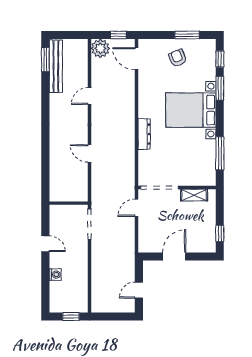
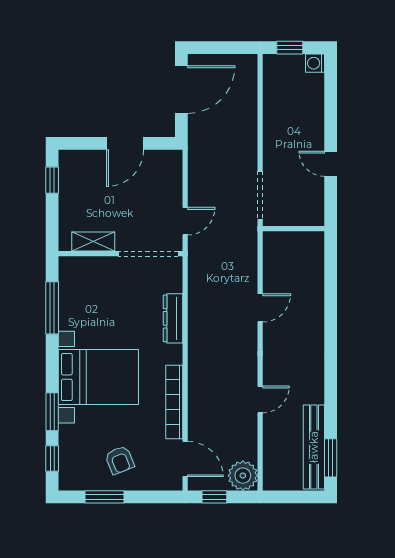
bookcase: (143, 94) -> (174, 402), added
dresser: (144, 134) -> (173, 318), moved
door: (89, 153) -> (260, 308), hinge flipped
washing machine: (55, 275) -> (315, 63), moved
door: (139, 290) -> (181, 90), width x1.88

